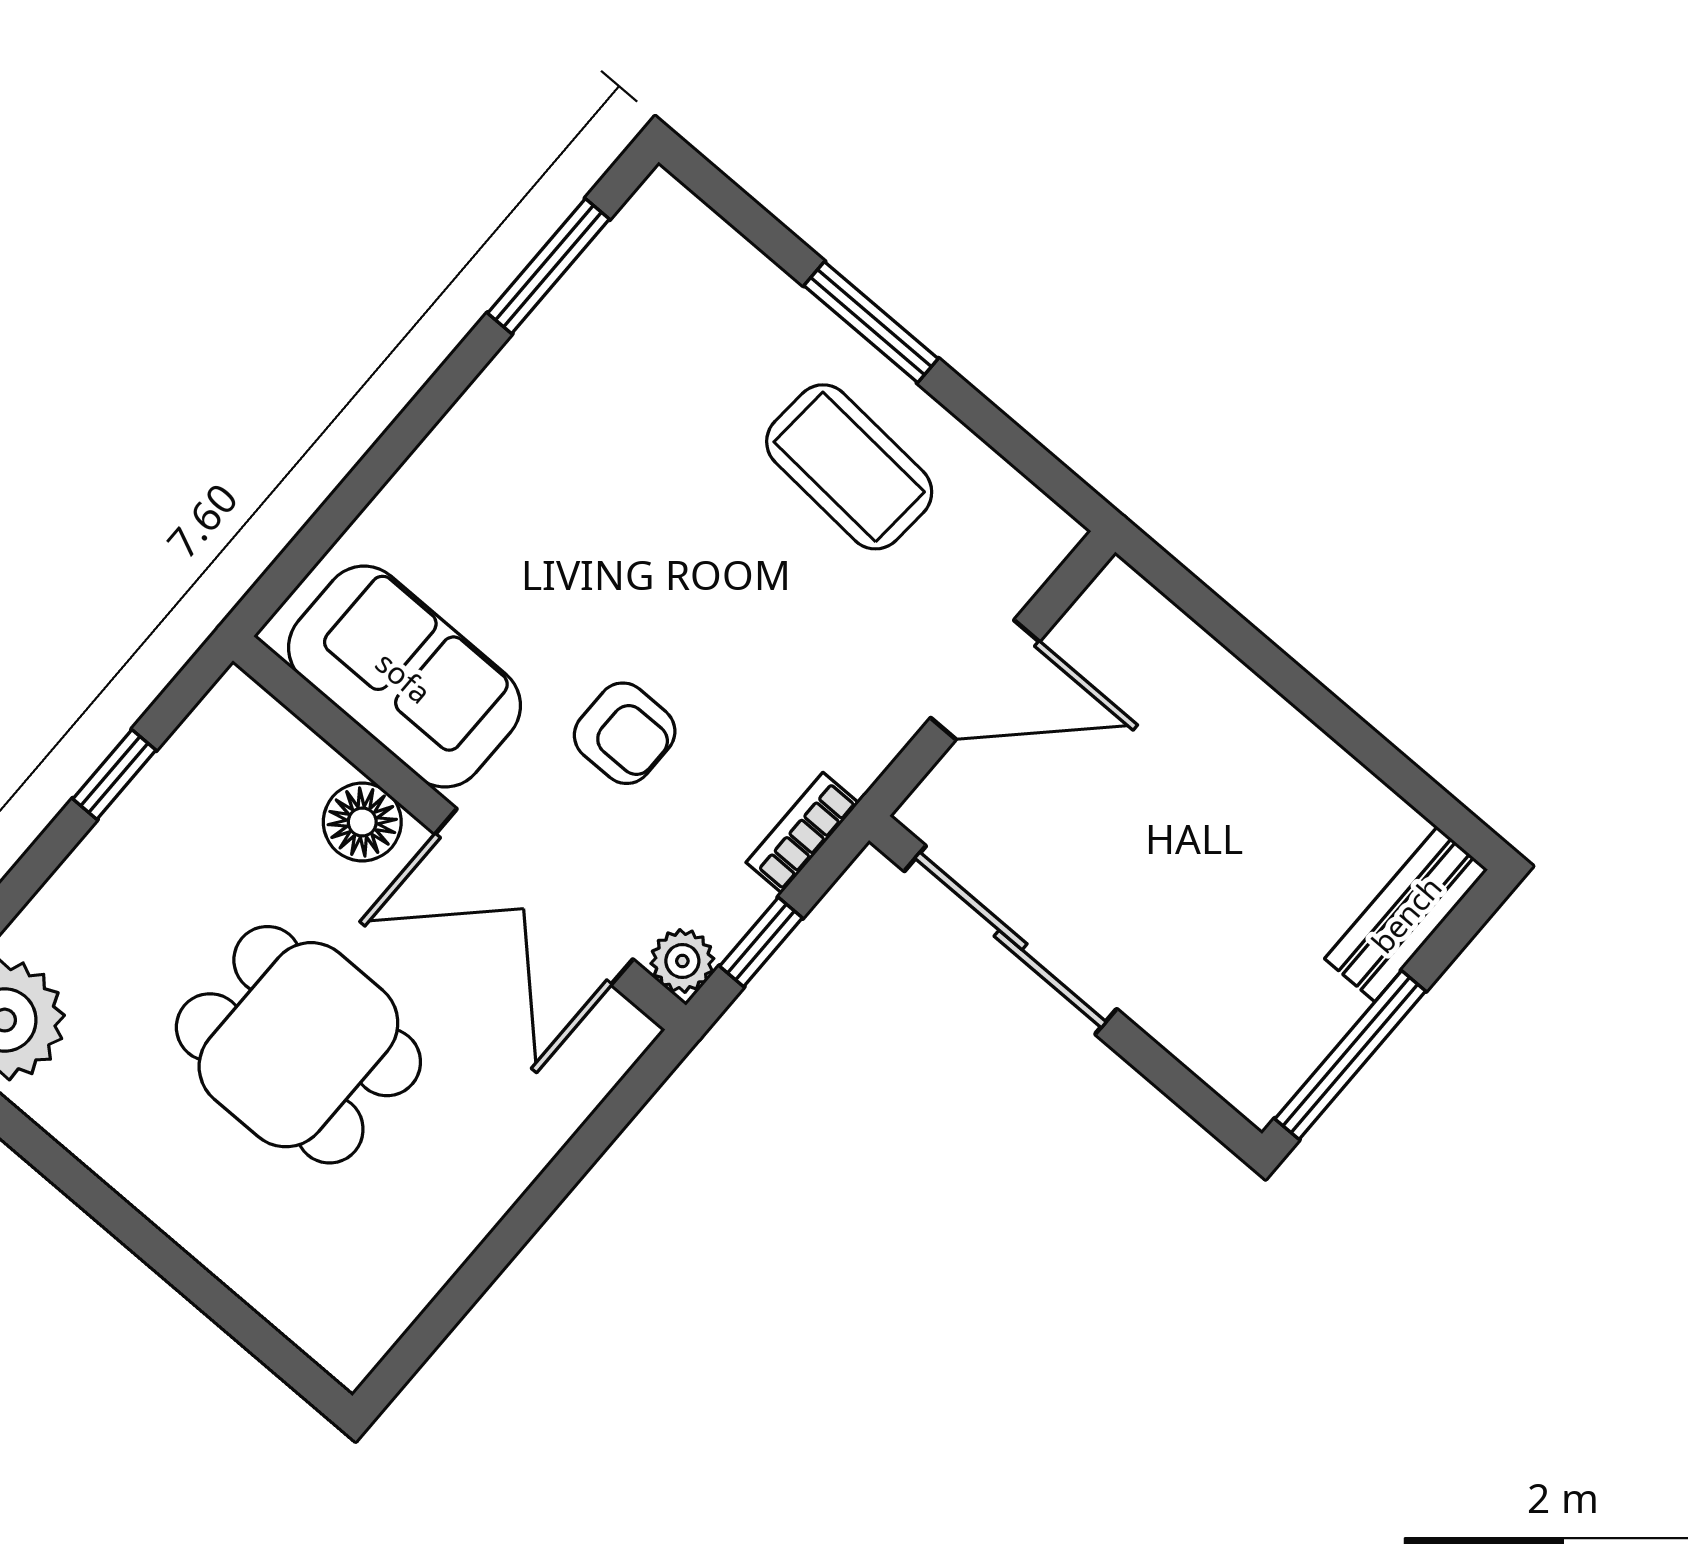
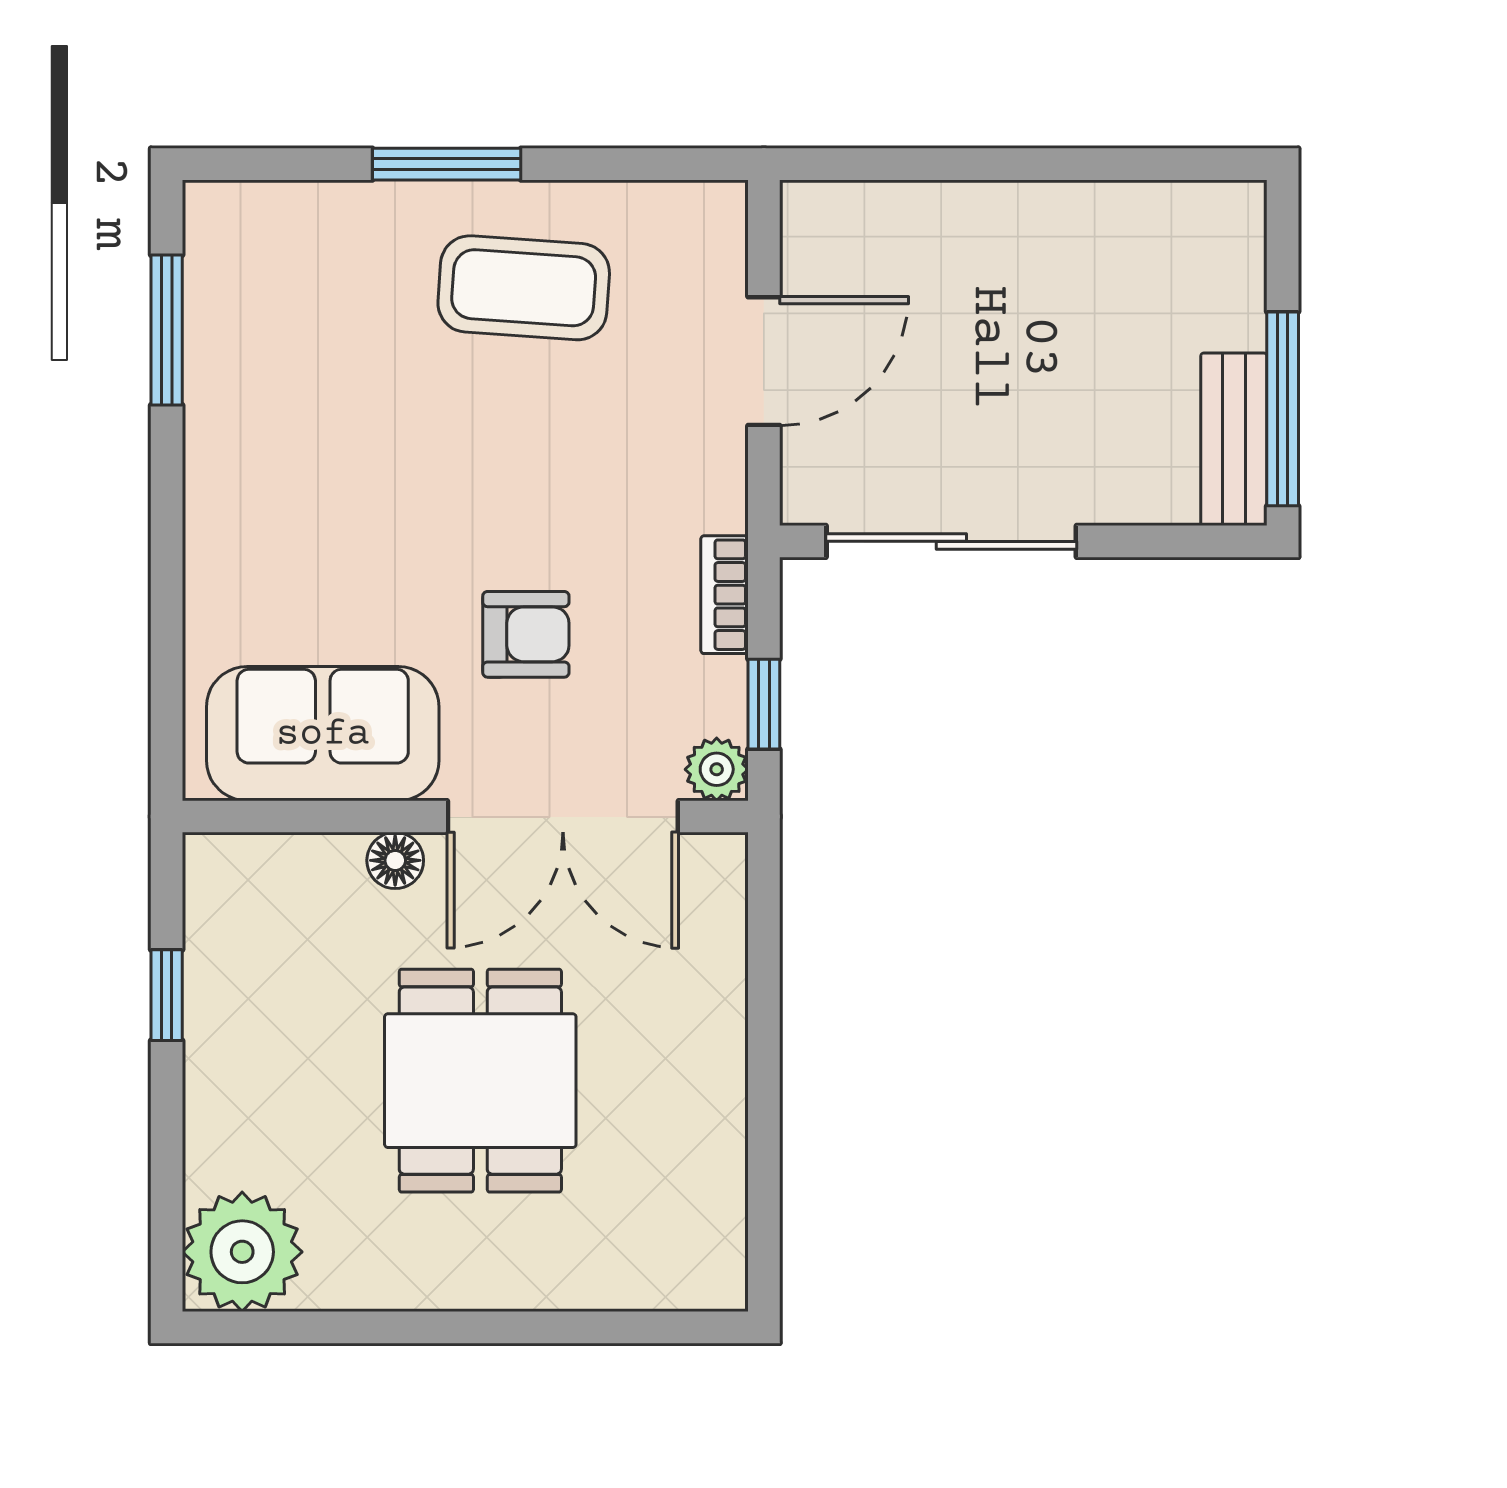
floor lamp: (362, 822) -> (395, 860), width x0.73, depth x0.73
bench: (1406, 914) -> (1234, 439), moved
dining table: (298, 1045) -> (480, 1081), turned 90

